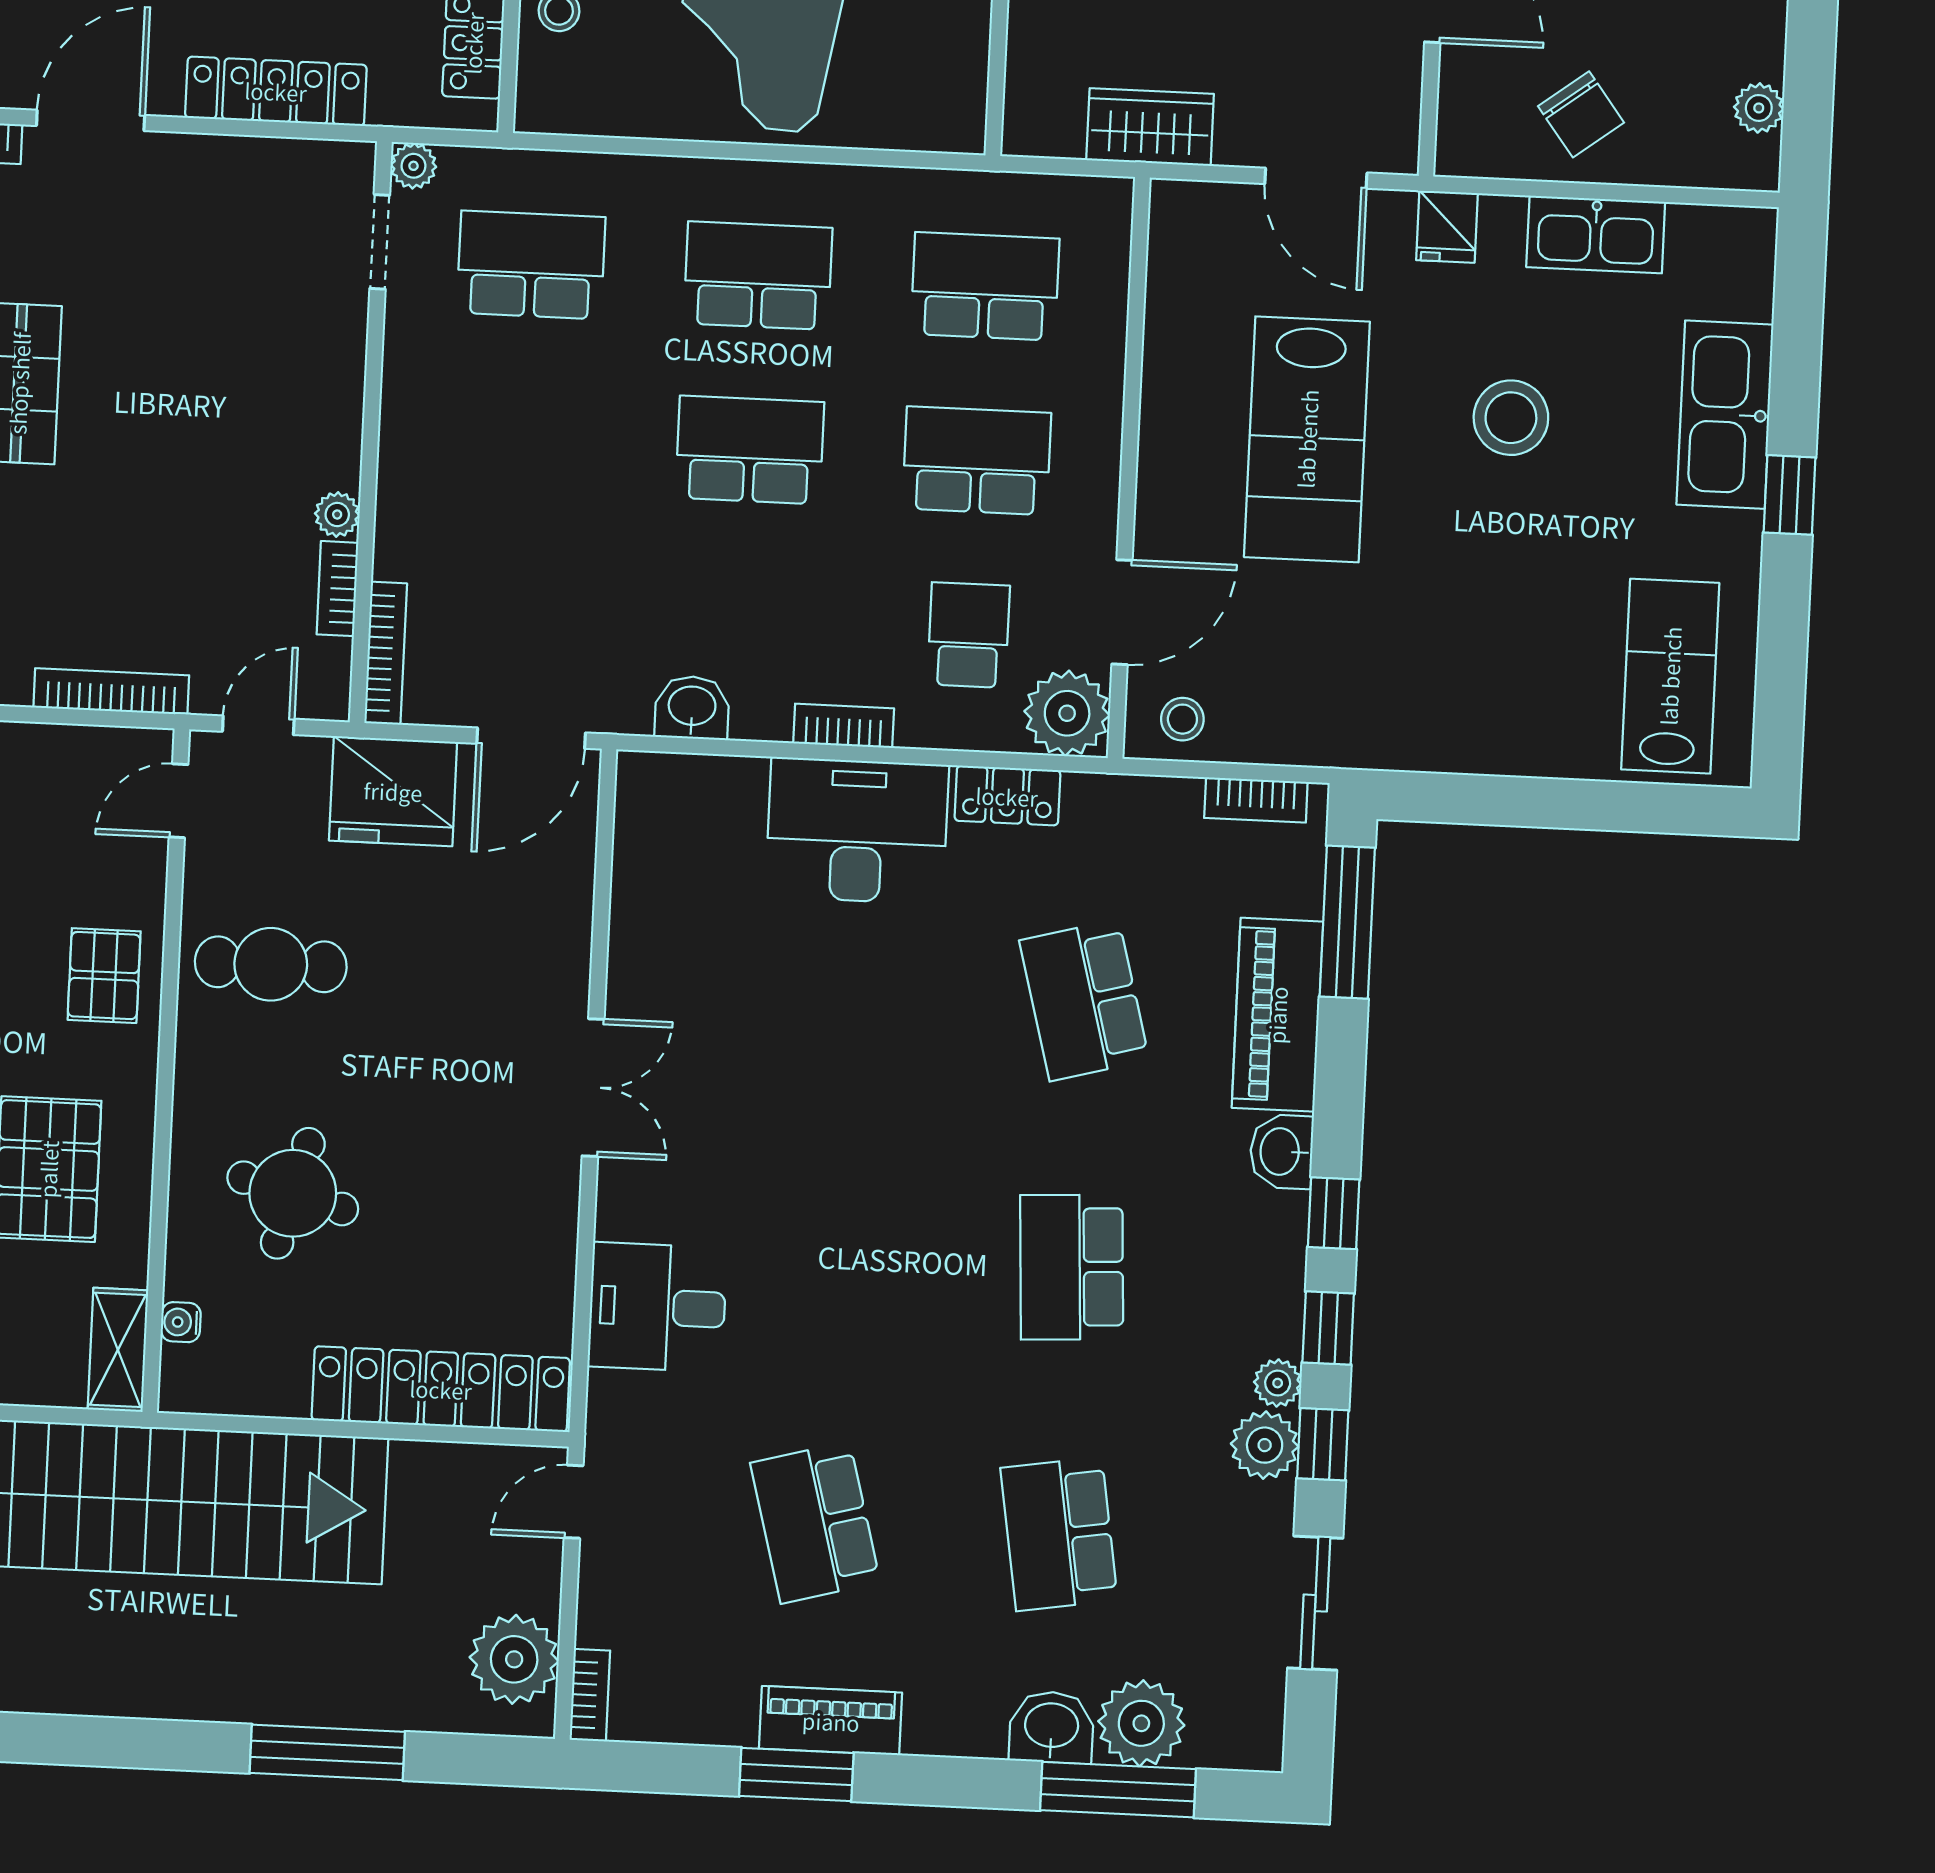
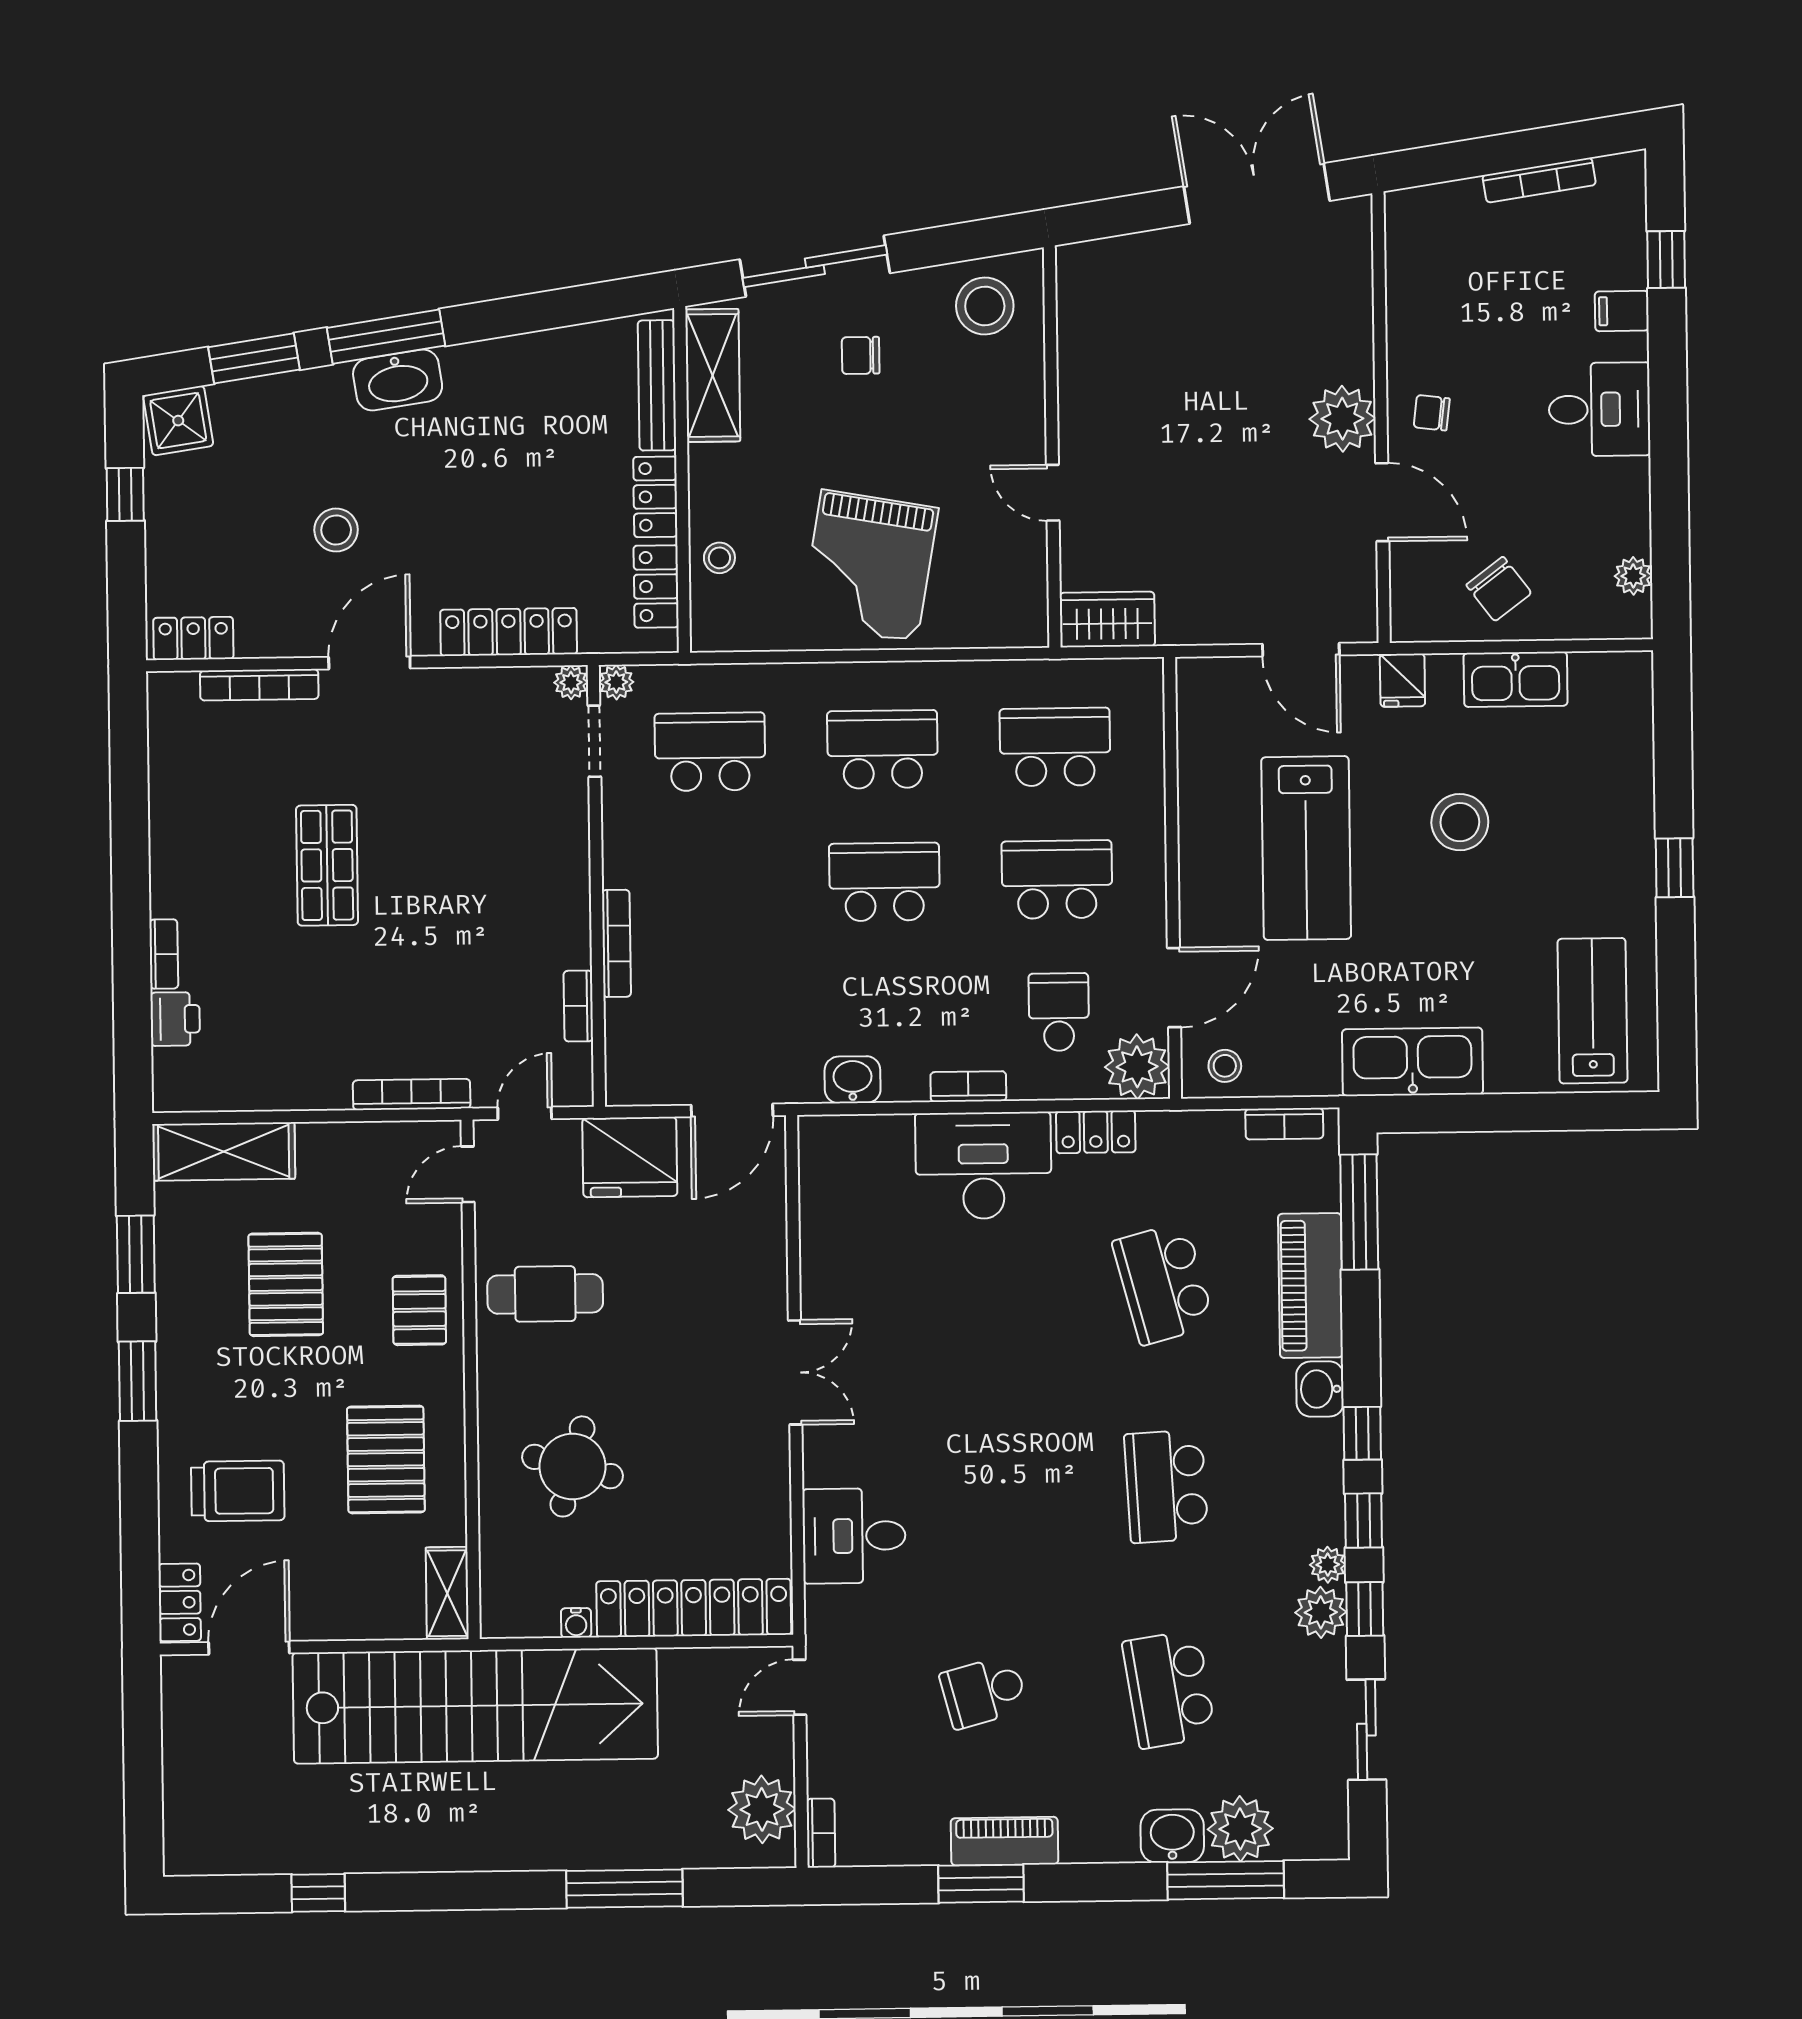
wardrobe: (1150, 127) -> (1107, 619), moved
kitchen sink: (1725, 415) -> (1413, 1062), moved, turned 90
plant: (337, 514) -> (571, 682), moved
bookcase: (386, 653) -> (616, 943), moved
water cooler: (181, 1322) -> (576, 1623), moved, turned -90
school desk: (815, 1522) -> (984, 1692), width x0.54

